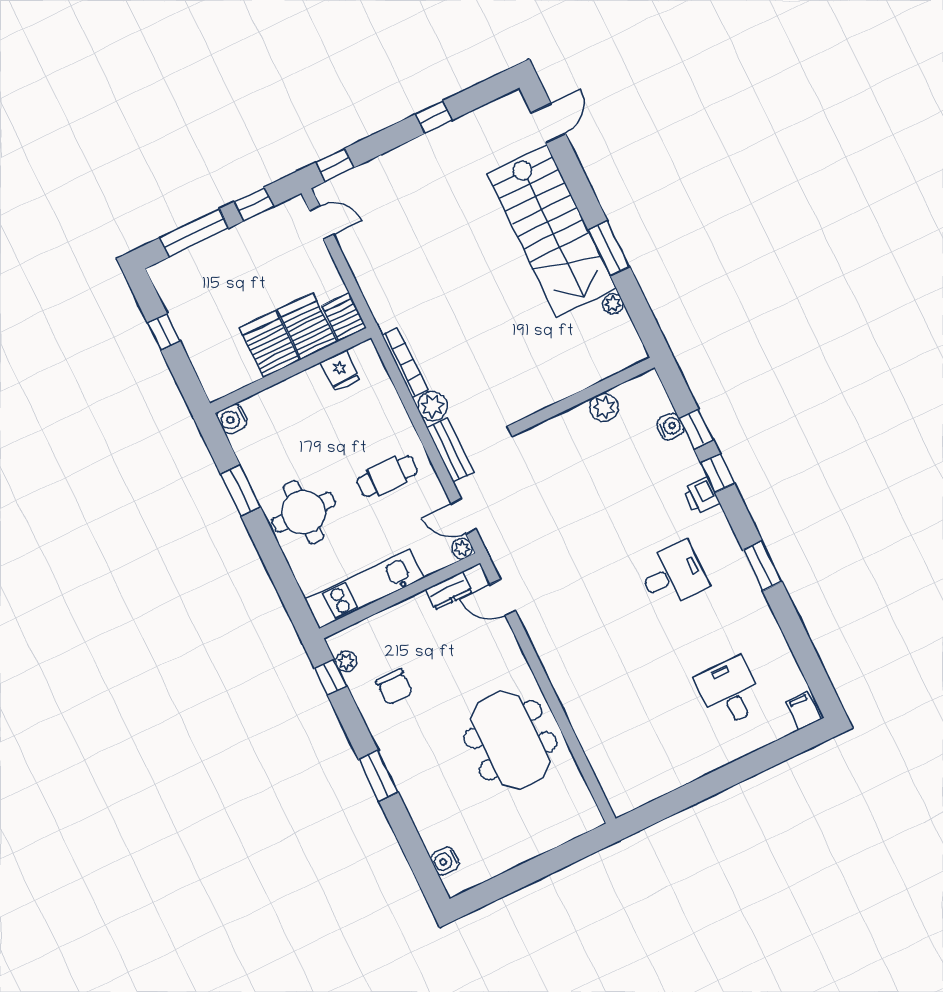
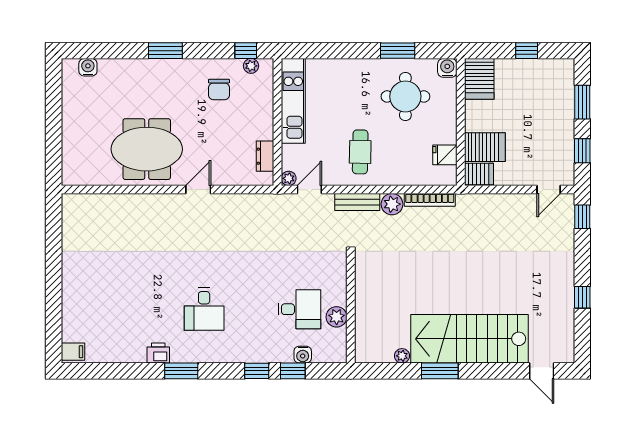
window: (194, 233) -> (582, 102), width x0.69
server rack: (269, 344) -> (479, 79), moved, turned 90
printer: (701, 496) -> (158, 353), moved
round table: (304, 512) -> (405, 96), moved
door: (503, 598) -> (198, 190), moved
chair: (394, 687) -> (219, 89), turned -90
desk: (730, 692) -> (299, 309), moved

